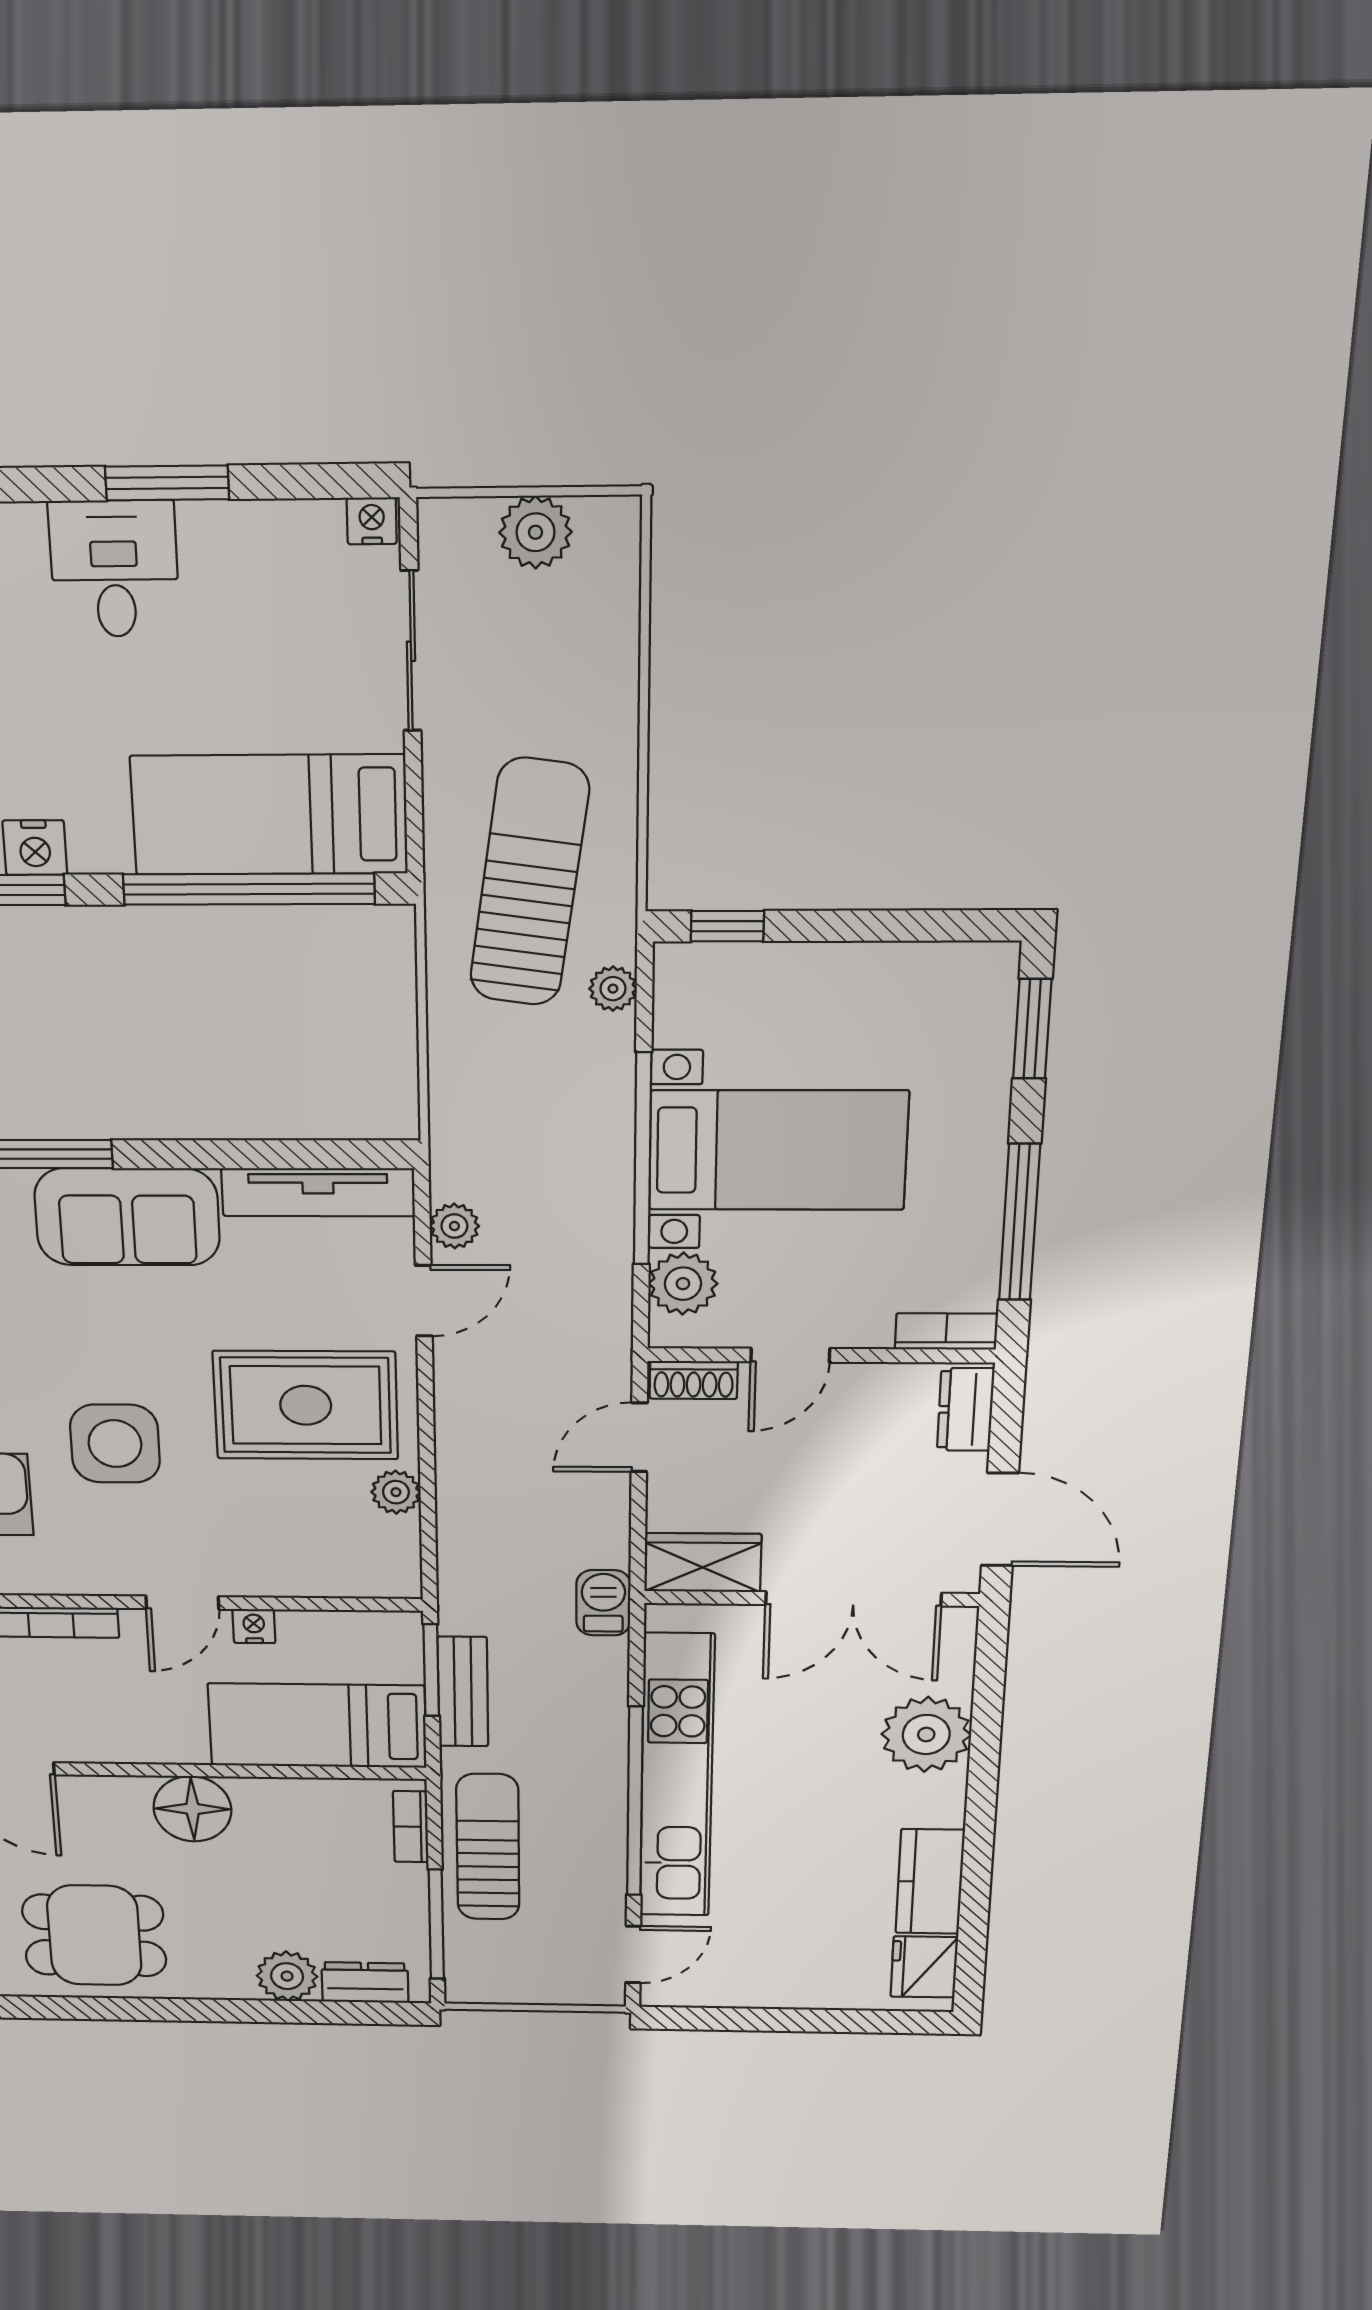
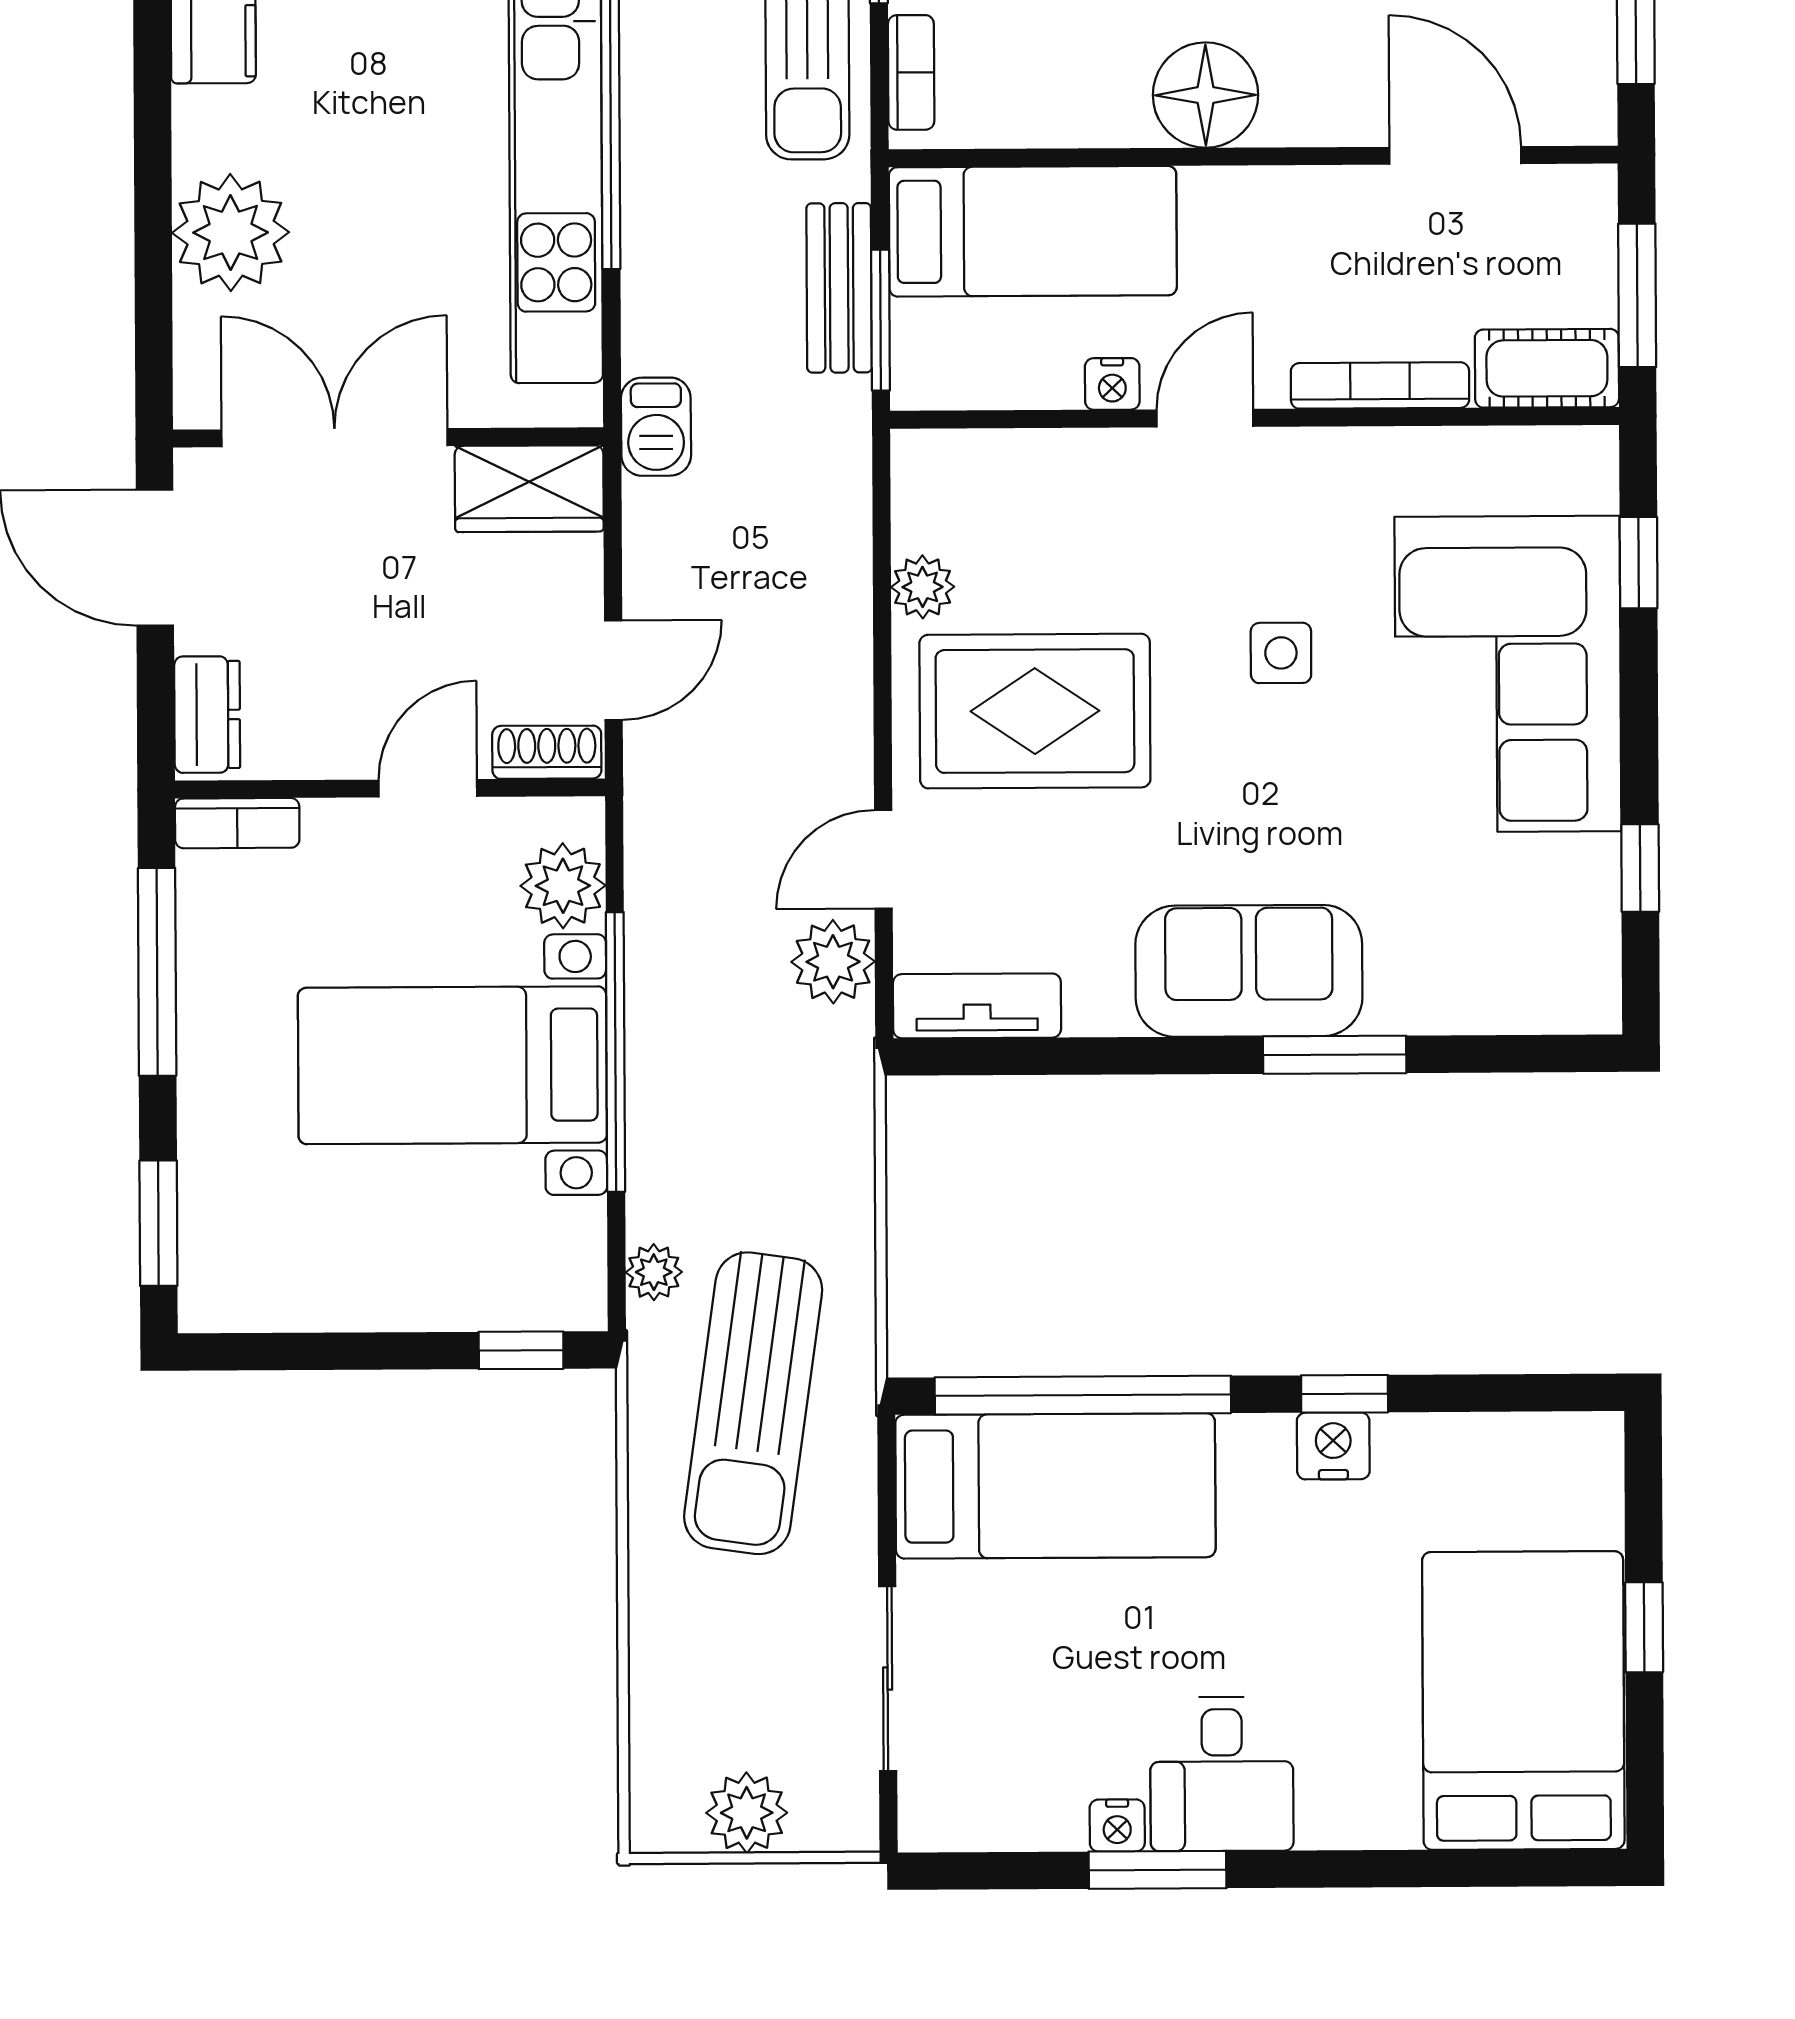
nightstand: (372, 521) -> (1117, 1825), moved
tv unit: (318, 1192) -> (977, 1006), width x0.71
plant: (454, 1226) -> (833, 962), width x1.38, depth x1.38
side table: (115, 1444) -> (1281, 653), width x0.54, depth x0.54

